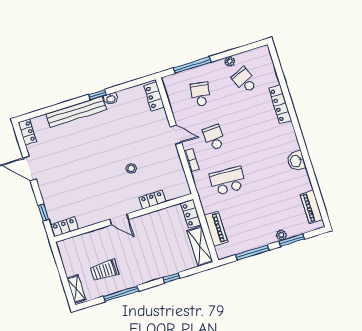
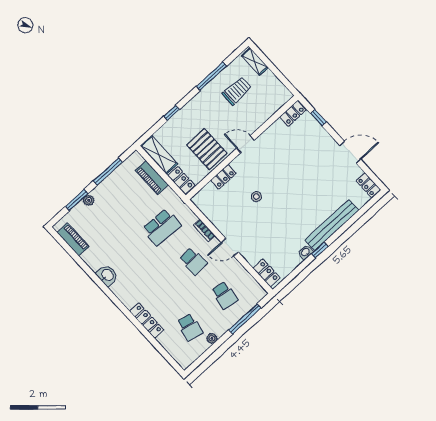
school desk: (245, 80) -> (190, 327), turned 36
pallet: (155, 231) -> (207, 149), added

